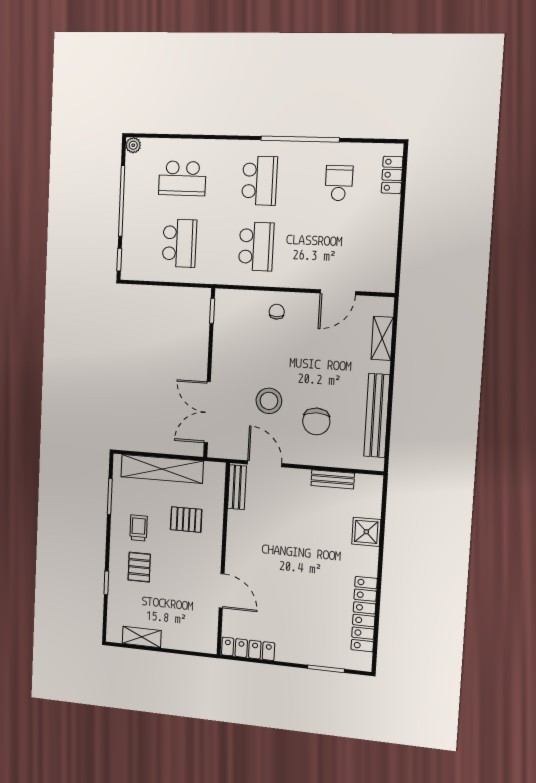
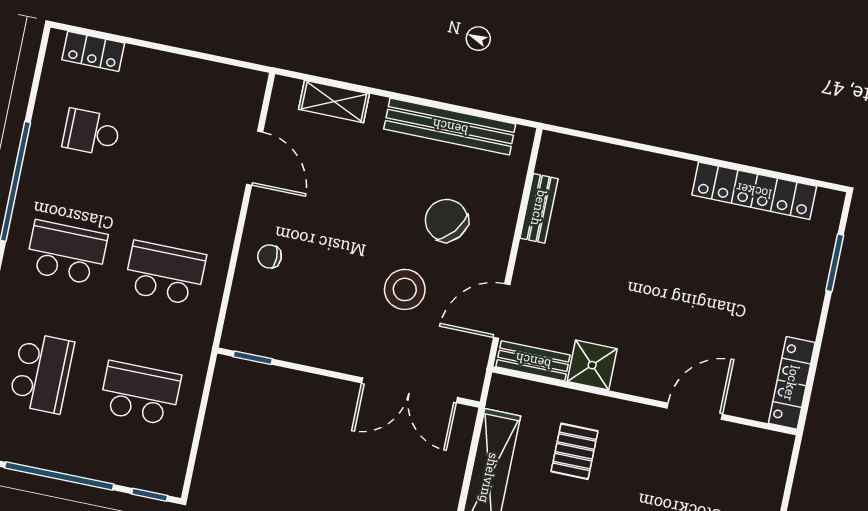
chair: (316, 421) -> (447, 220), turned -141
shower: (366, 532) -> (592, 365), moved

